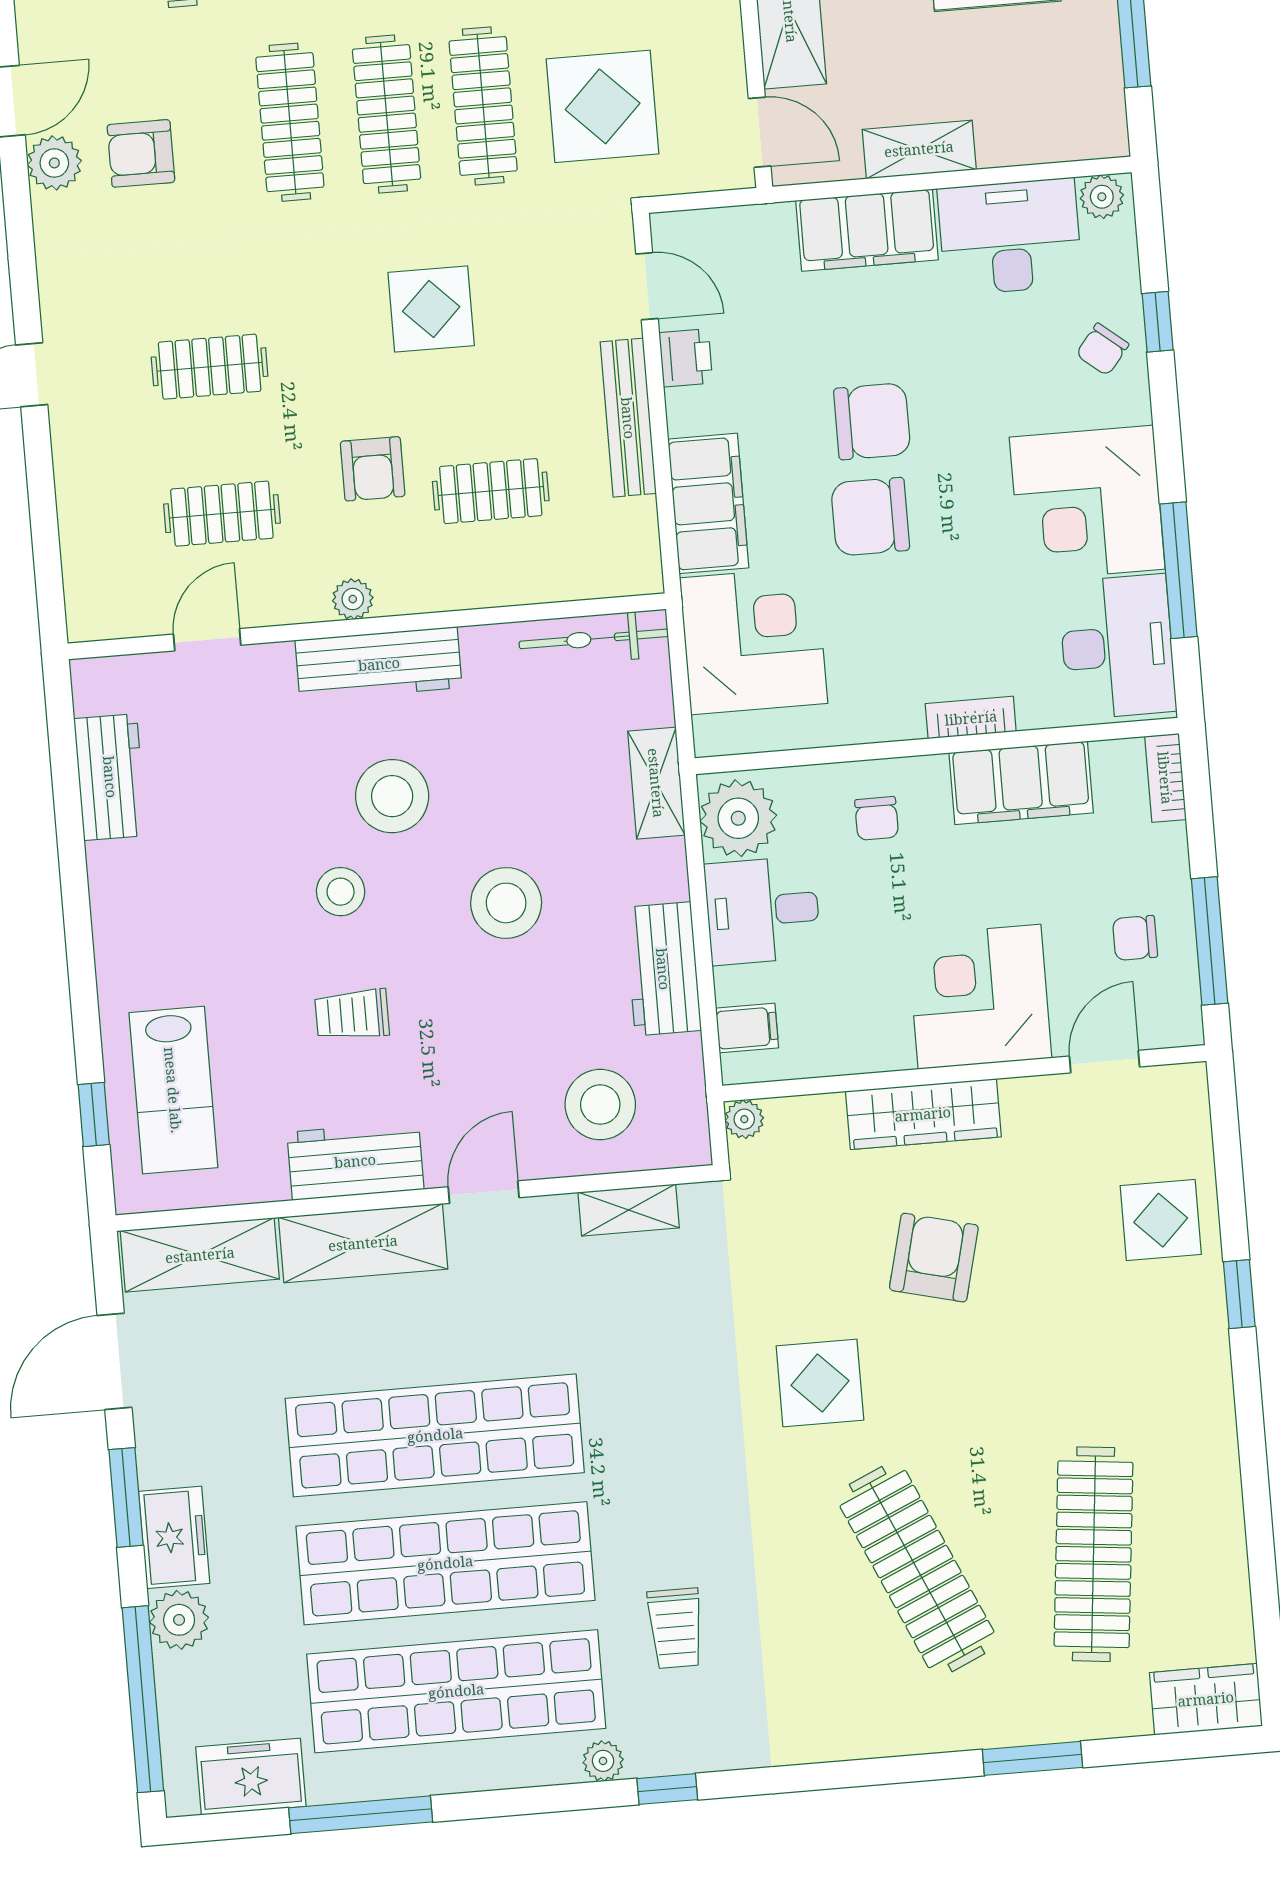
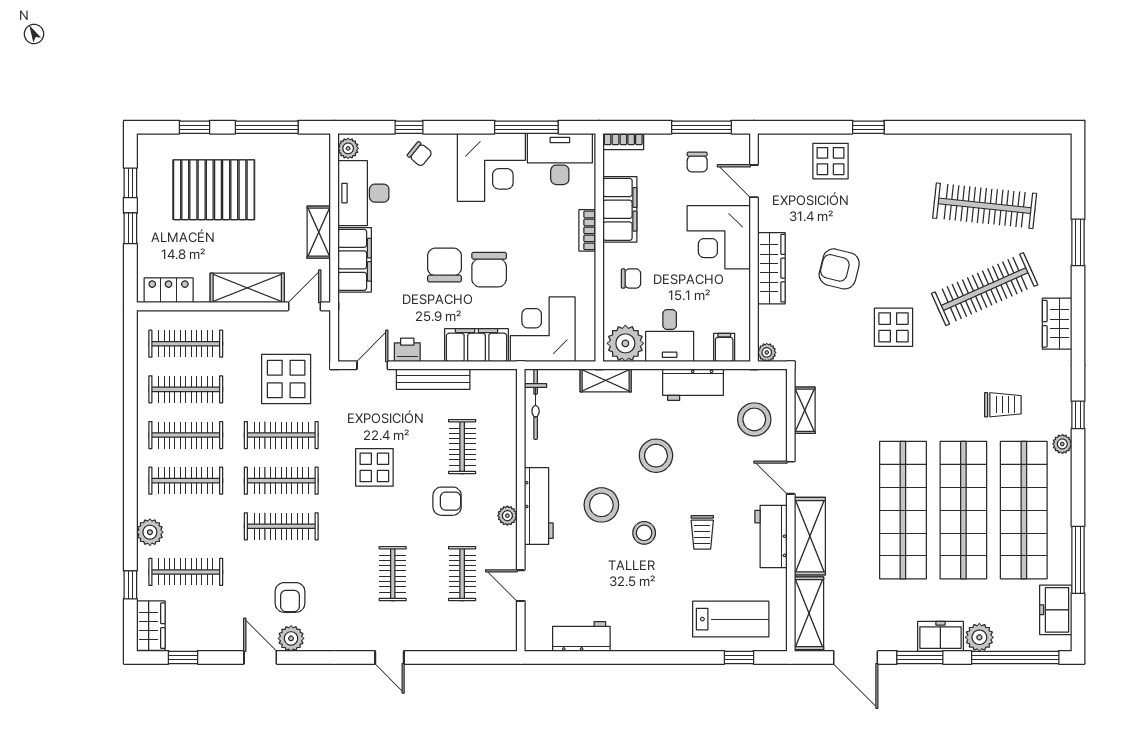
wardrobe: (1206, 1699) -> (1057, 324), moved

